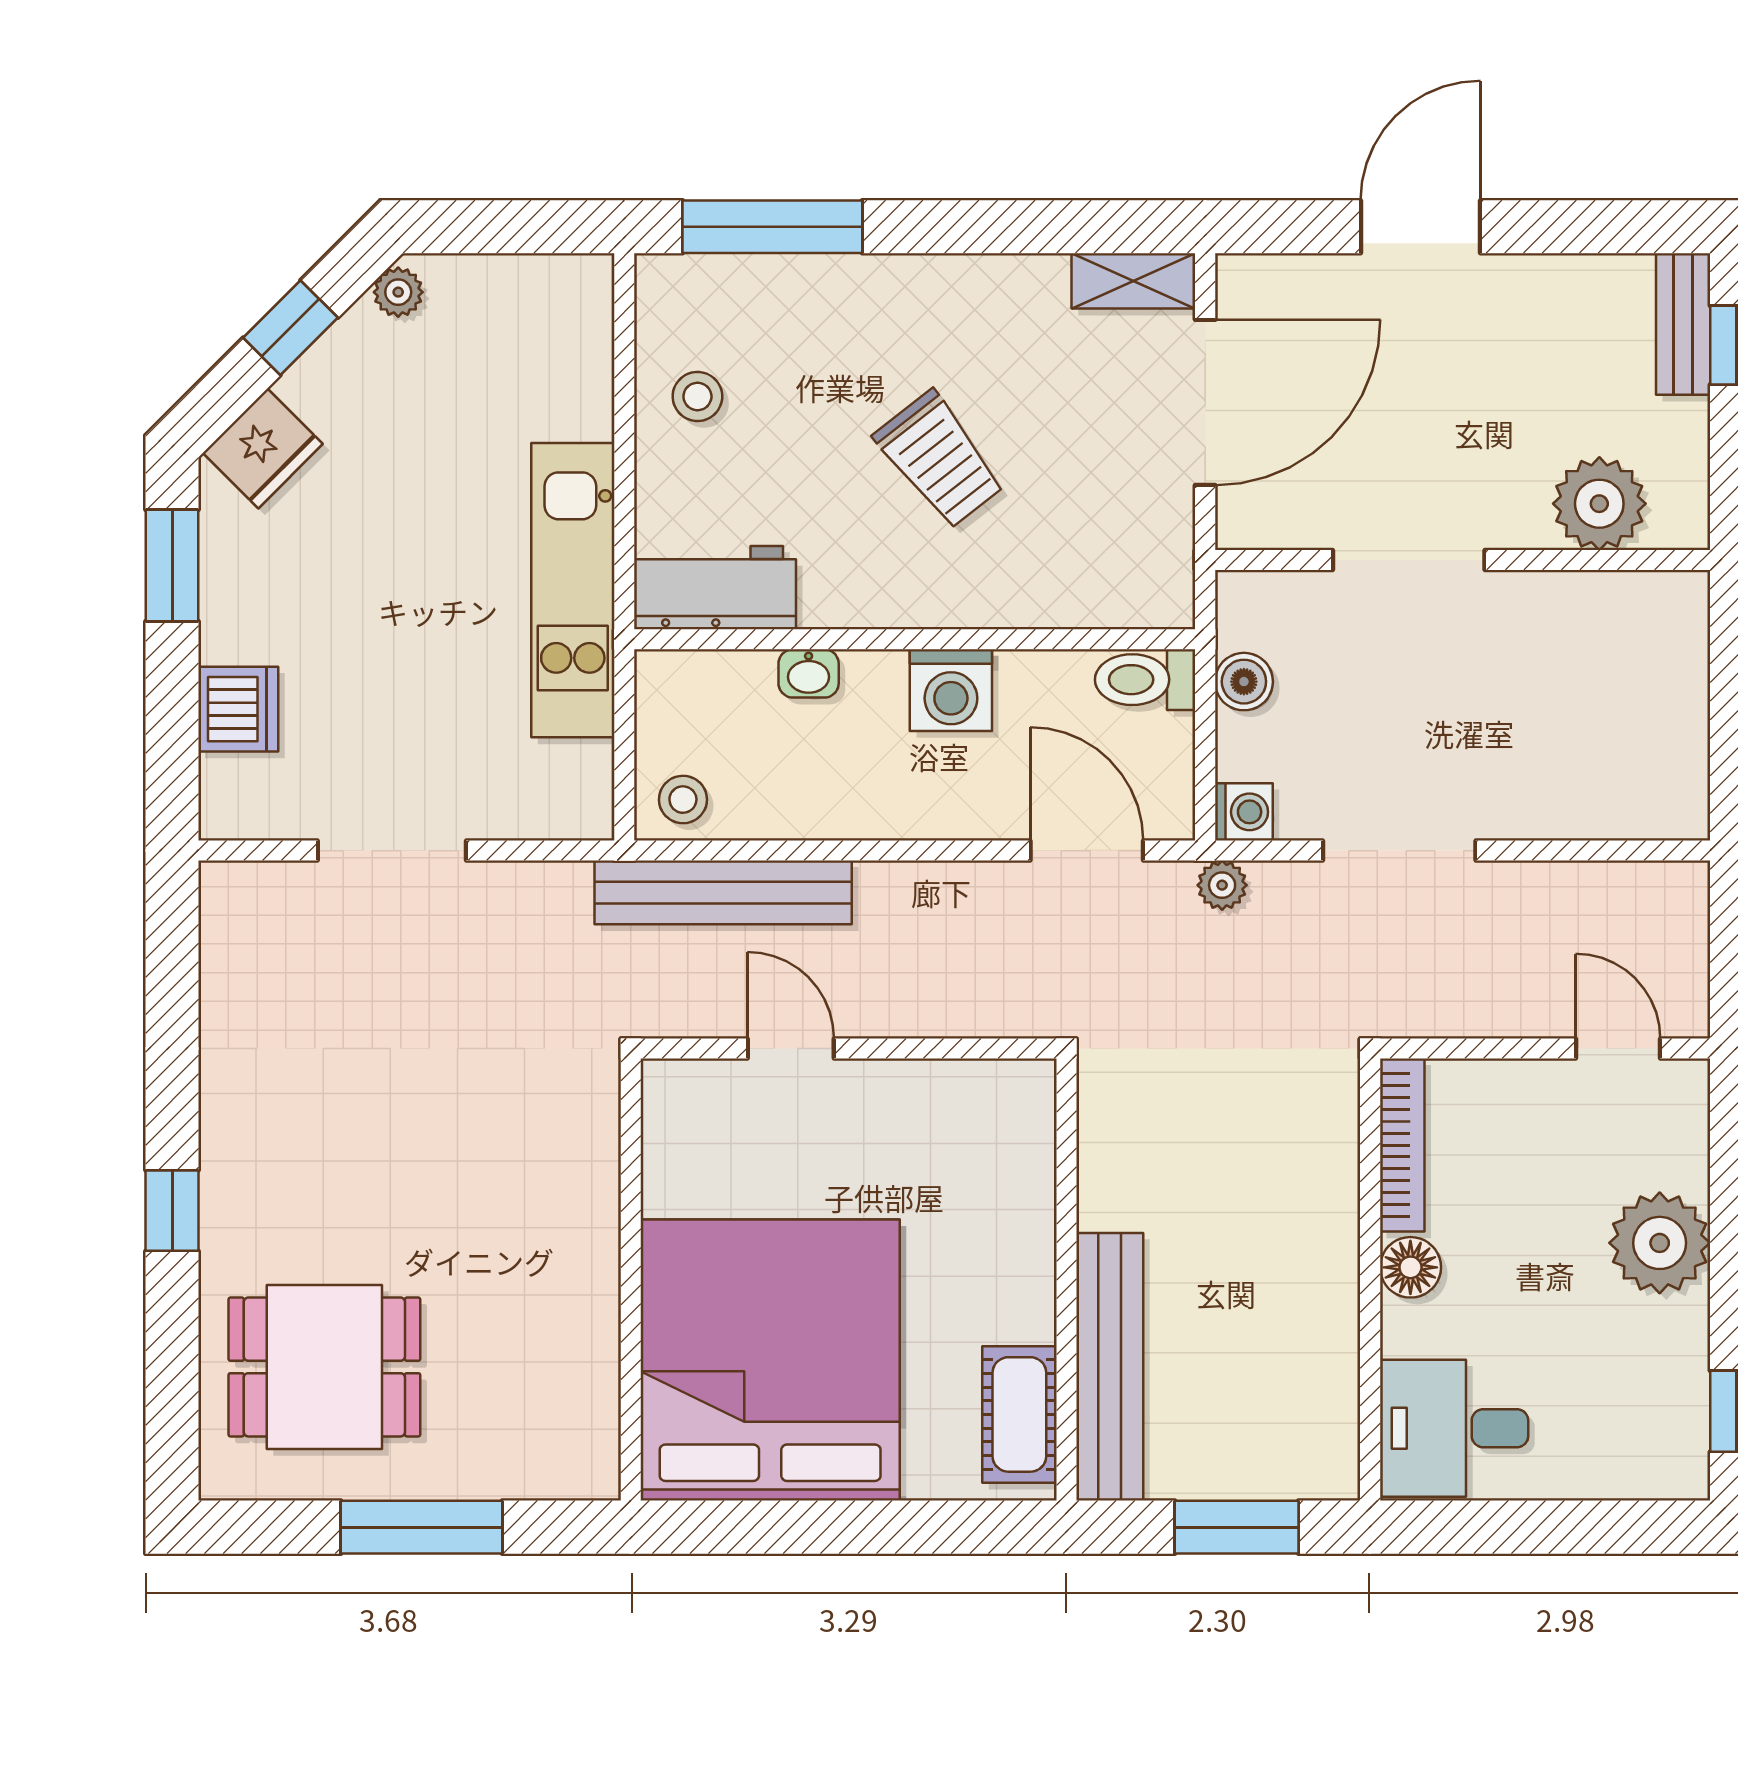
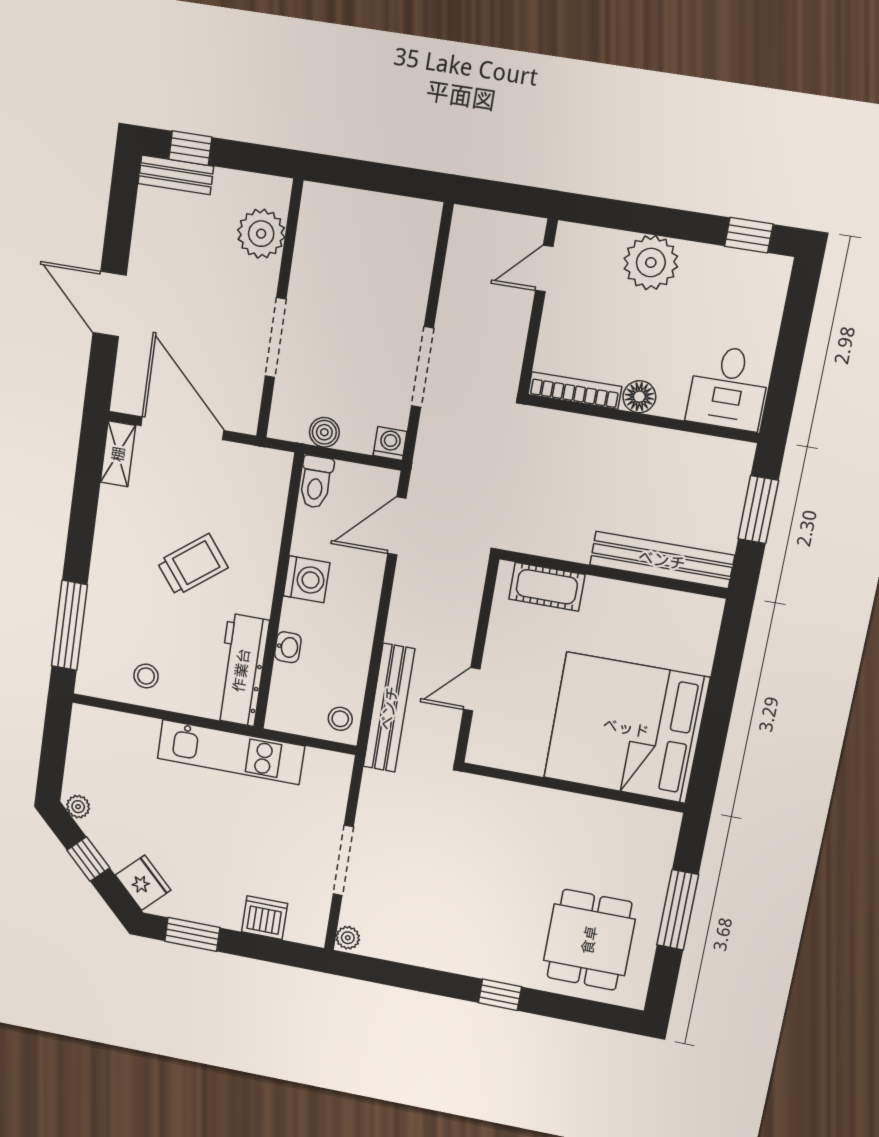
workbench: (715, 588) -> (241, 670), width x1.38
plant: (1222, 885) -> (348, 938), moved
cot: (1019, 1414) -> (547, 587), moved

